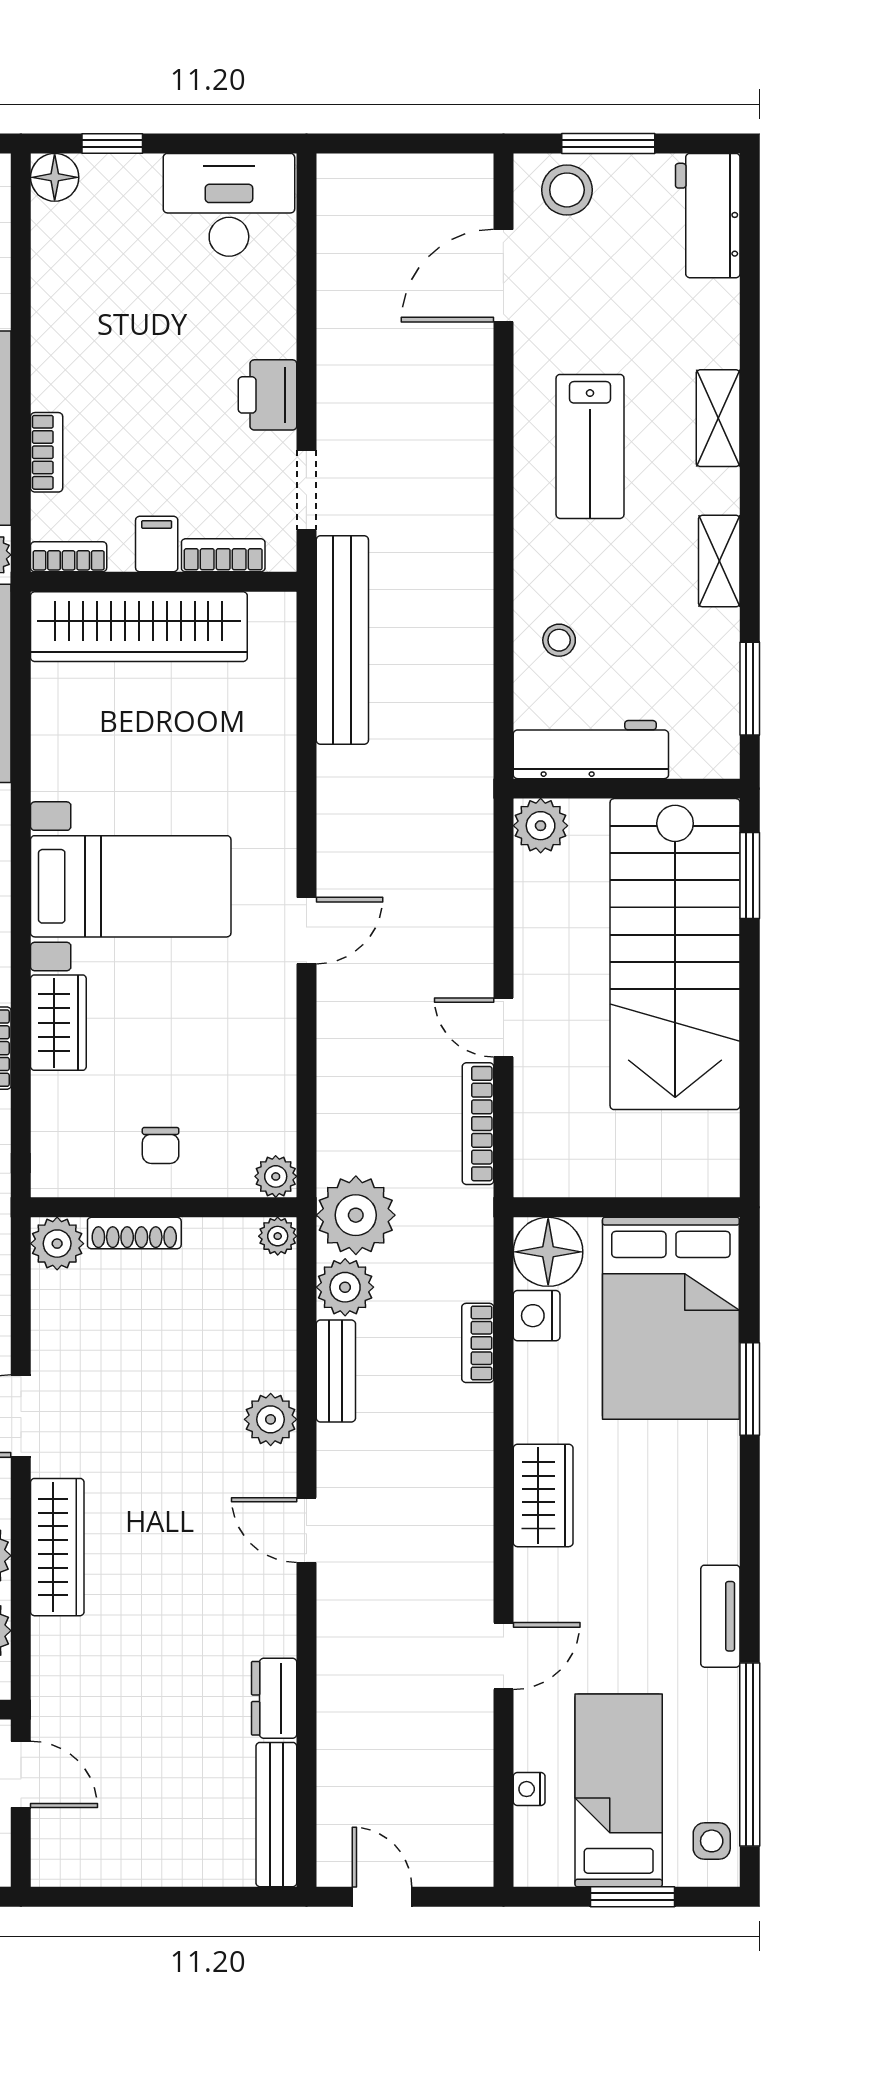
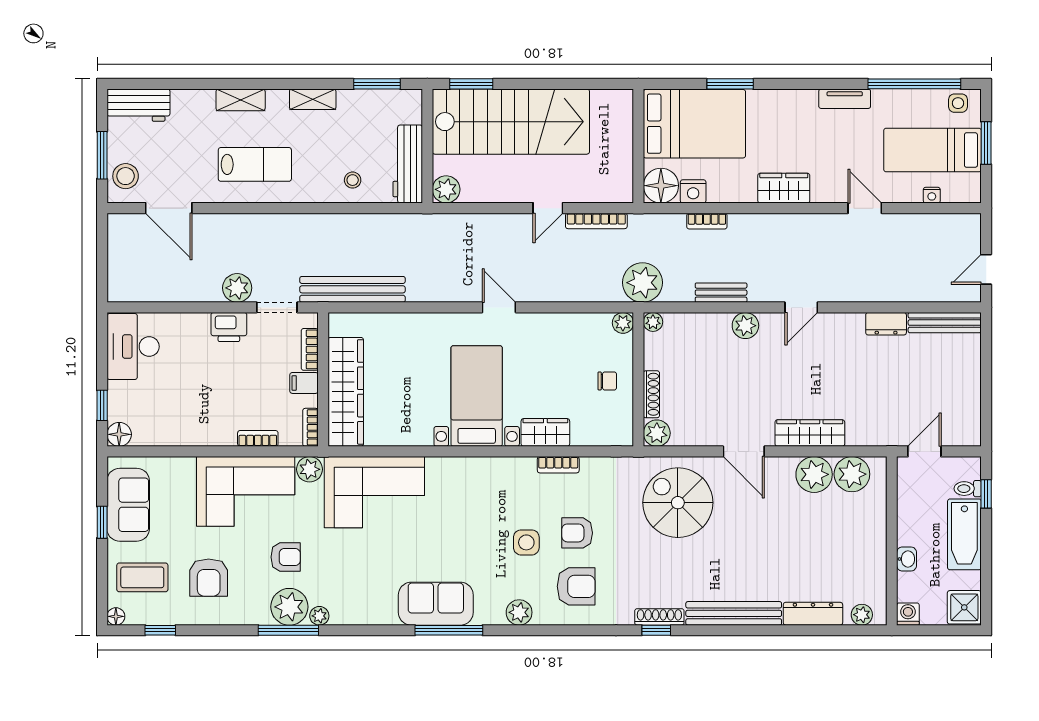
plant: (345, 1287) -> (237, 288), moved

